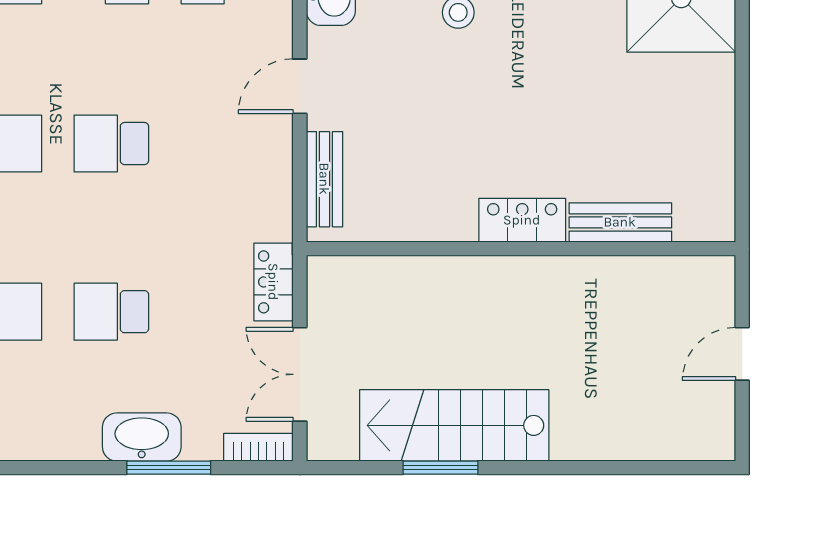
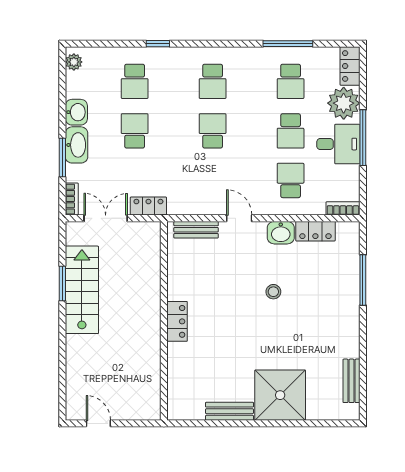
bench: (620, 222) -> (229, 411), moved, turned 90
door: (742, 354) -> (98, 423), moved
washbasin: (71, 437) -> (76, 112), added

